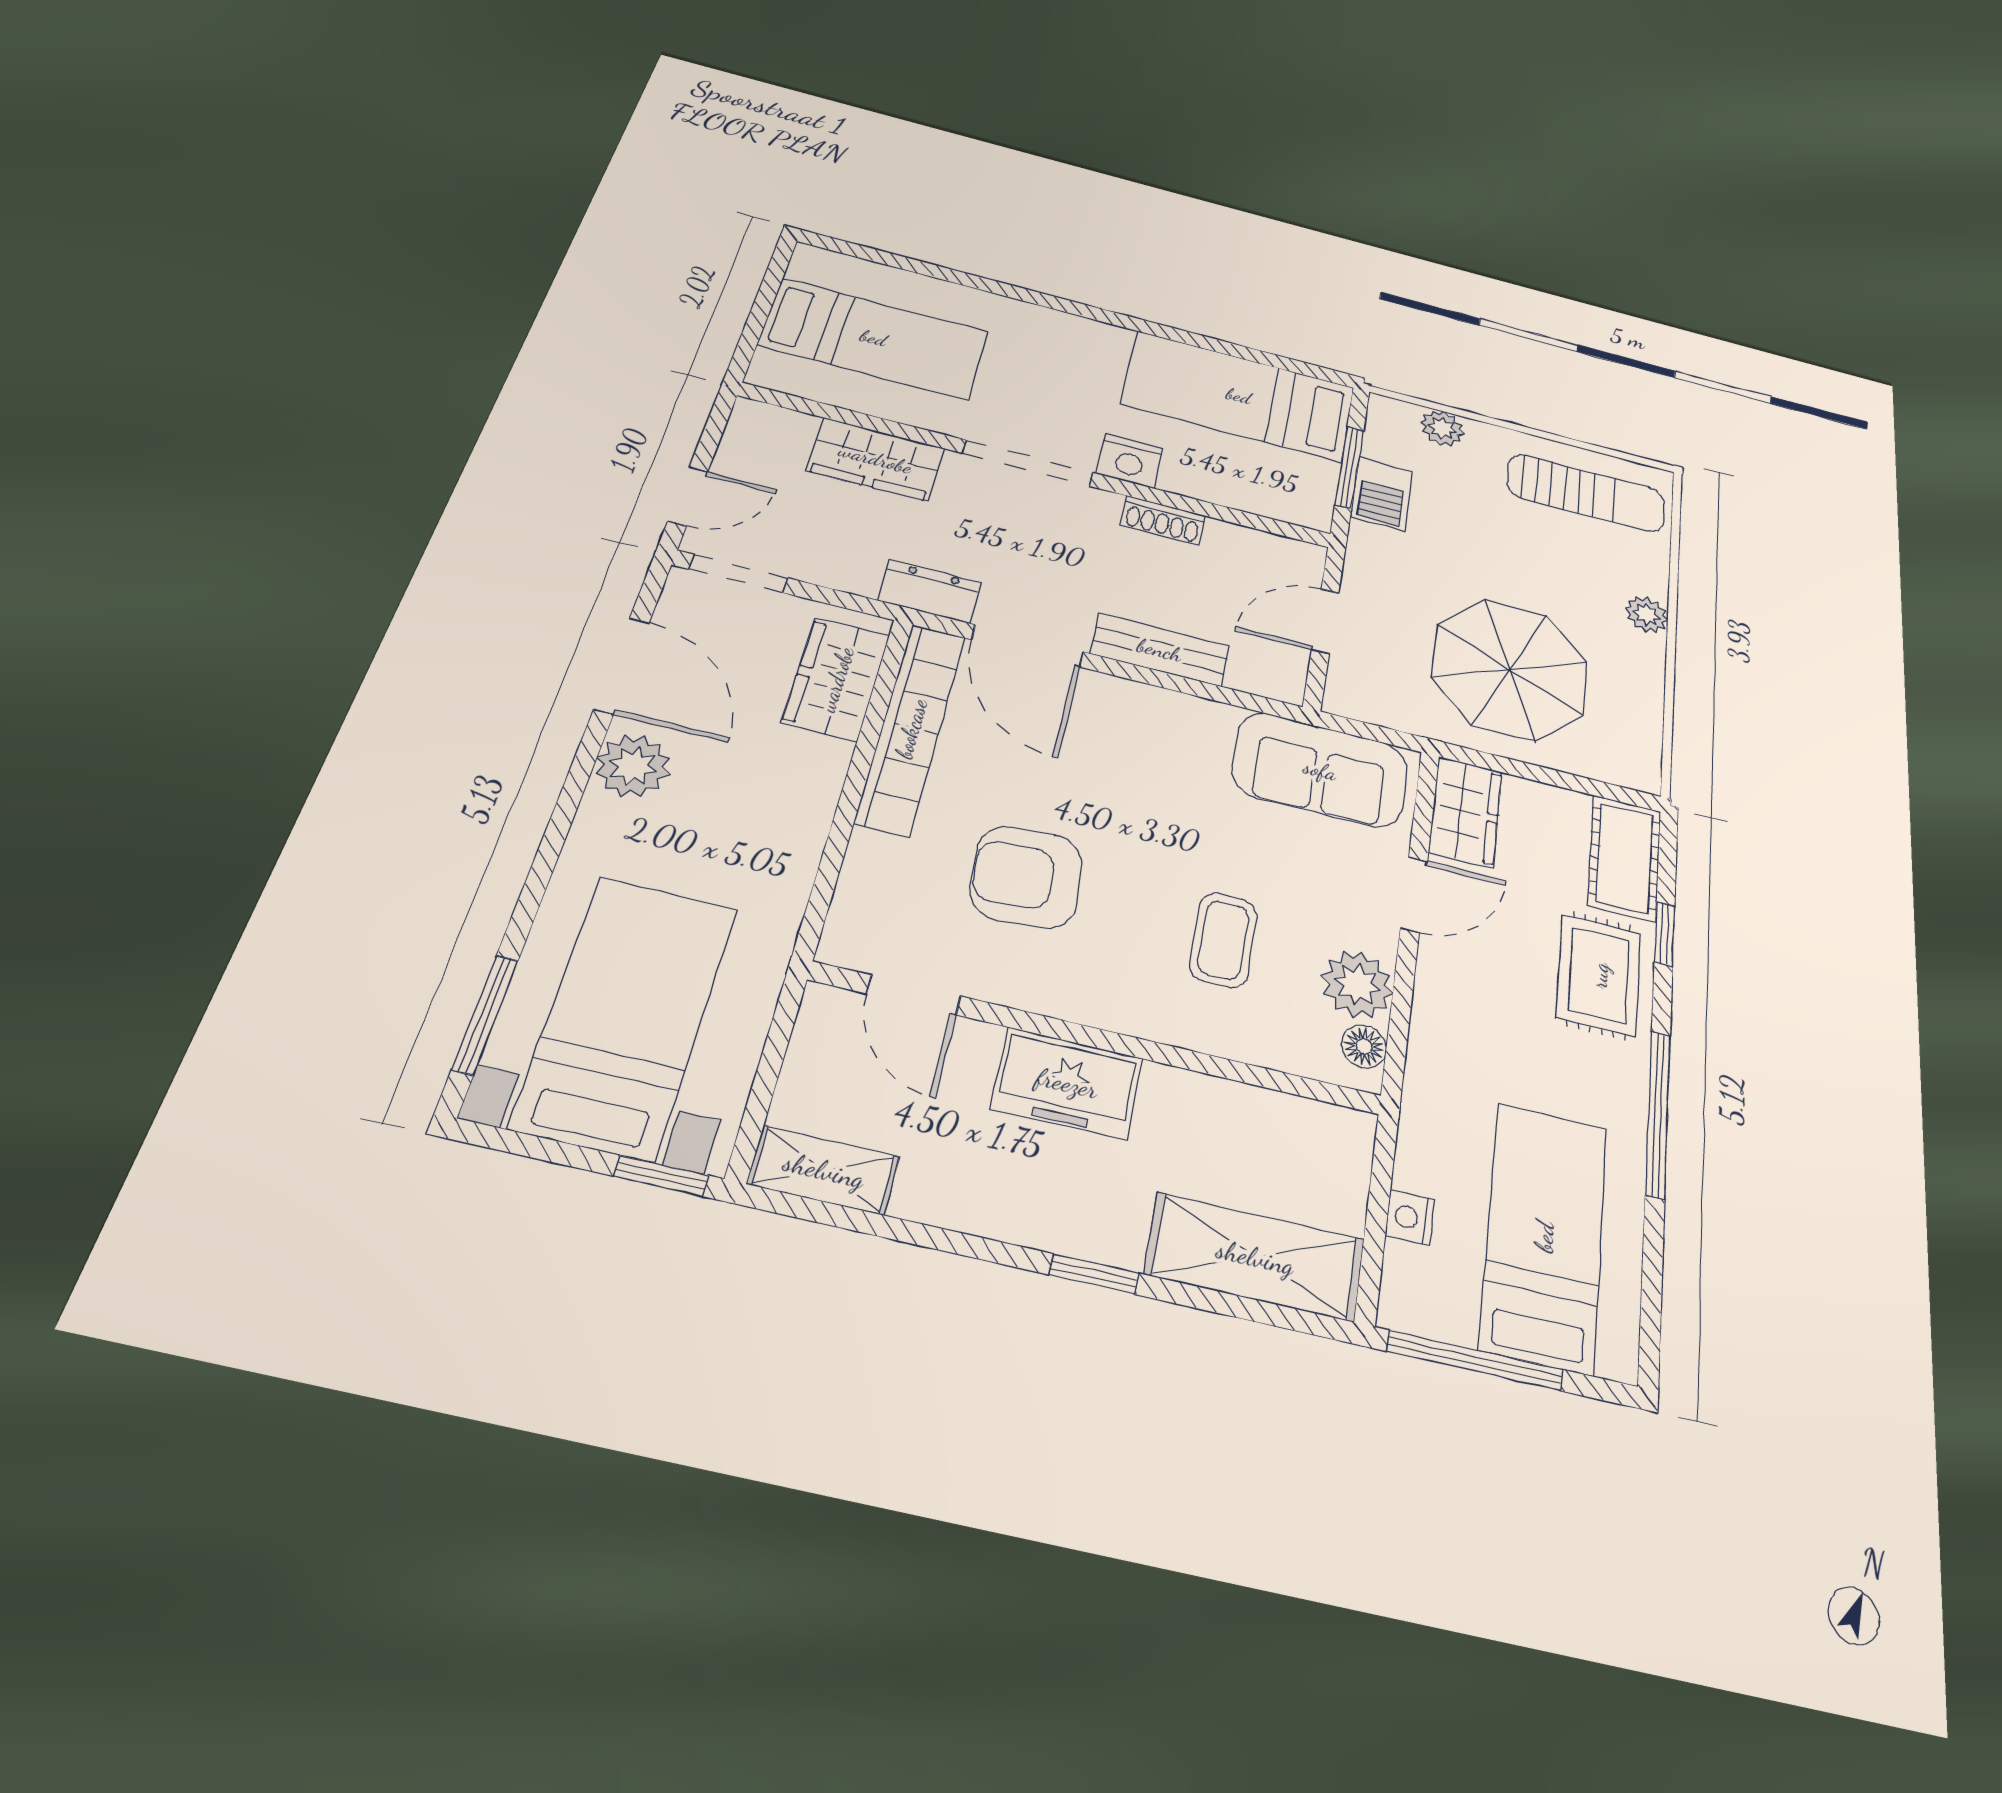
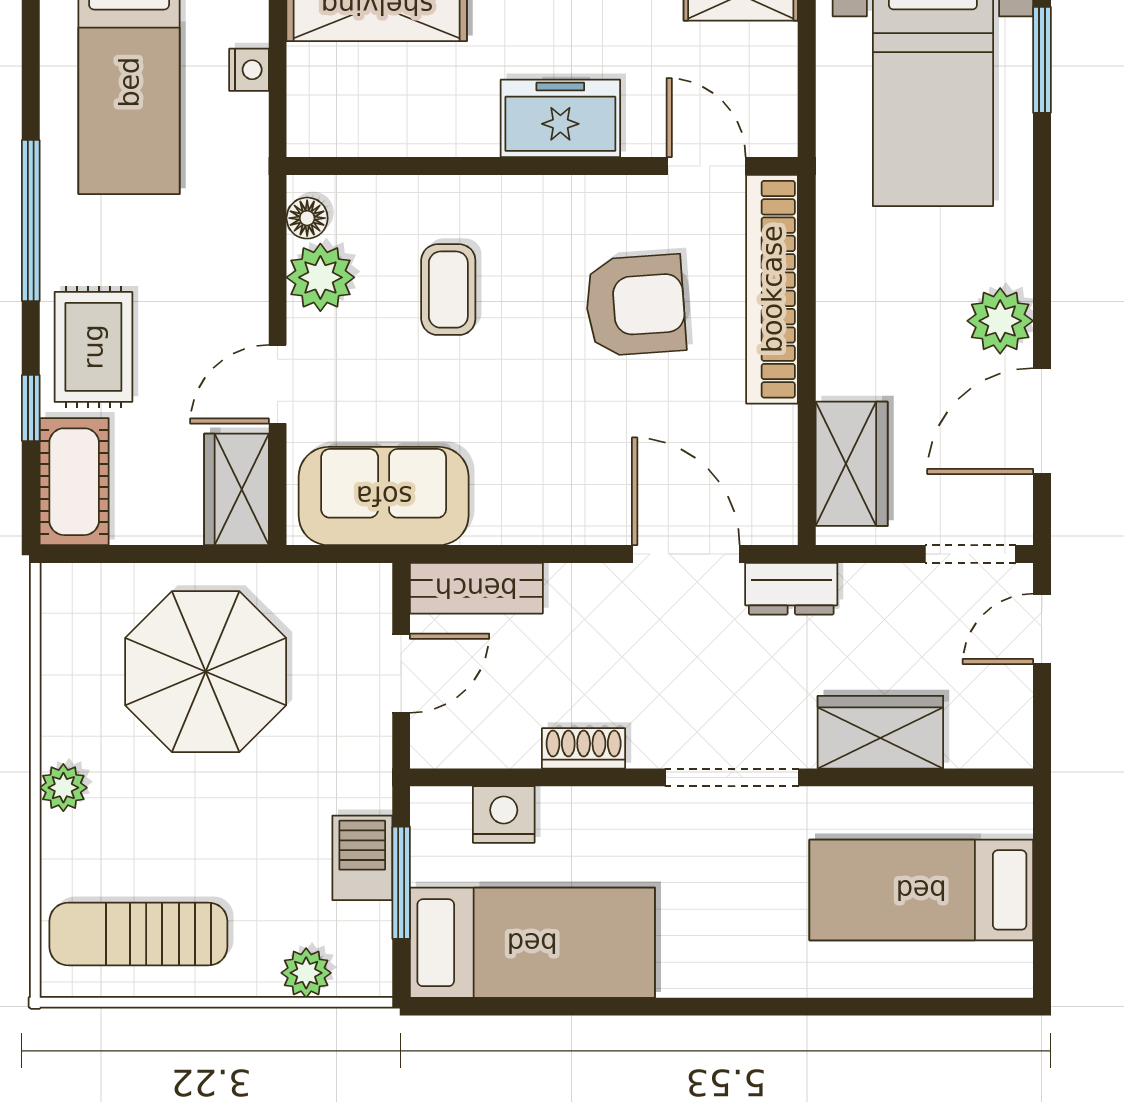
nightstand: (1130, 461) -> (504, 815), moved
bench: (1160, 650) -> (476, 588), moved
door: (622, 666) -> (1042, 421), hinge flipped
bookcase: (911, 728) -> (772, 289), moved

